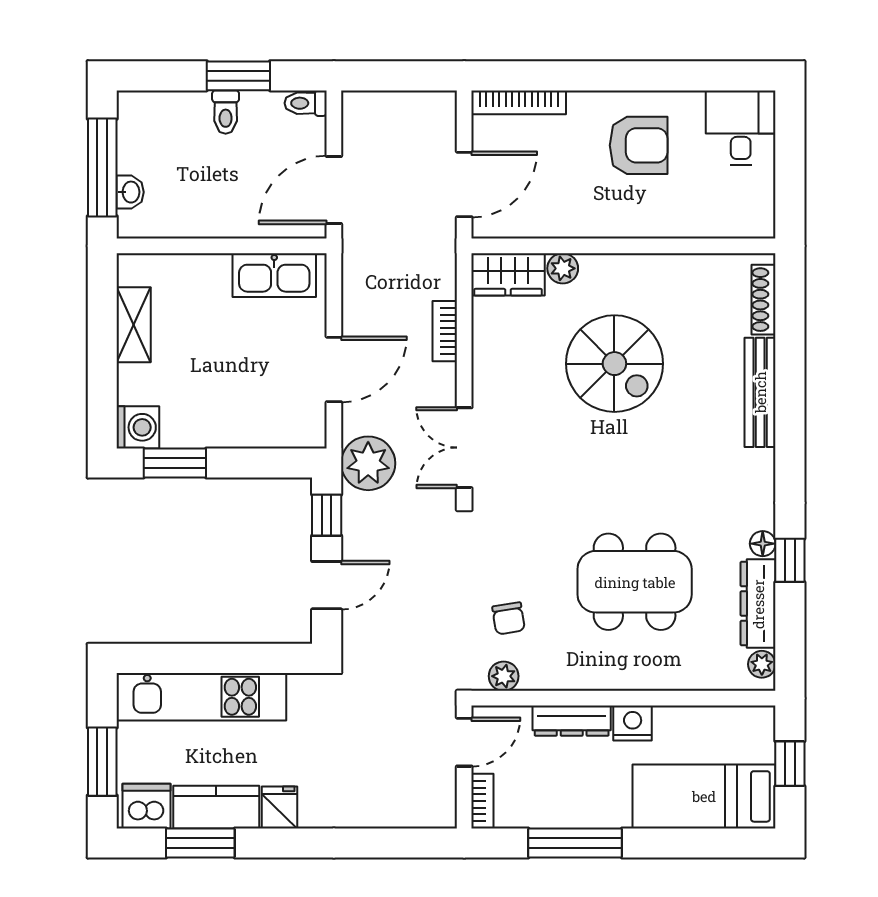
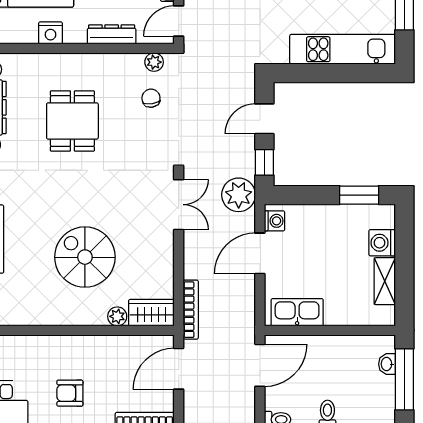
armchair: (639, 145) -> (70, 393), width x0.72, depth x0.72
bookcase: (445, 331) -> (191, 310), moved, width x1.56
washing machine: (310, 422) -> (275, 221), added
washing machine: (138, 427) -> (382, 243), moved
dining table: (635, 582) -> (72, 121), width x0.73
nightstand: (633, 723) -> (50, 33), moved

